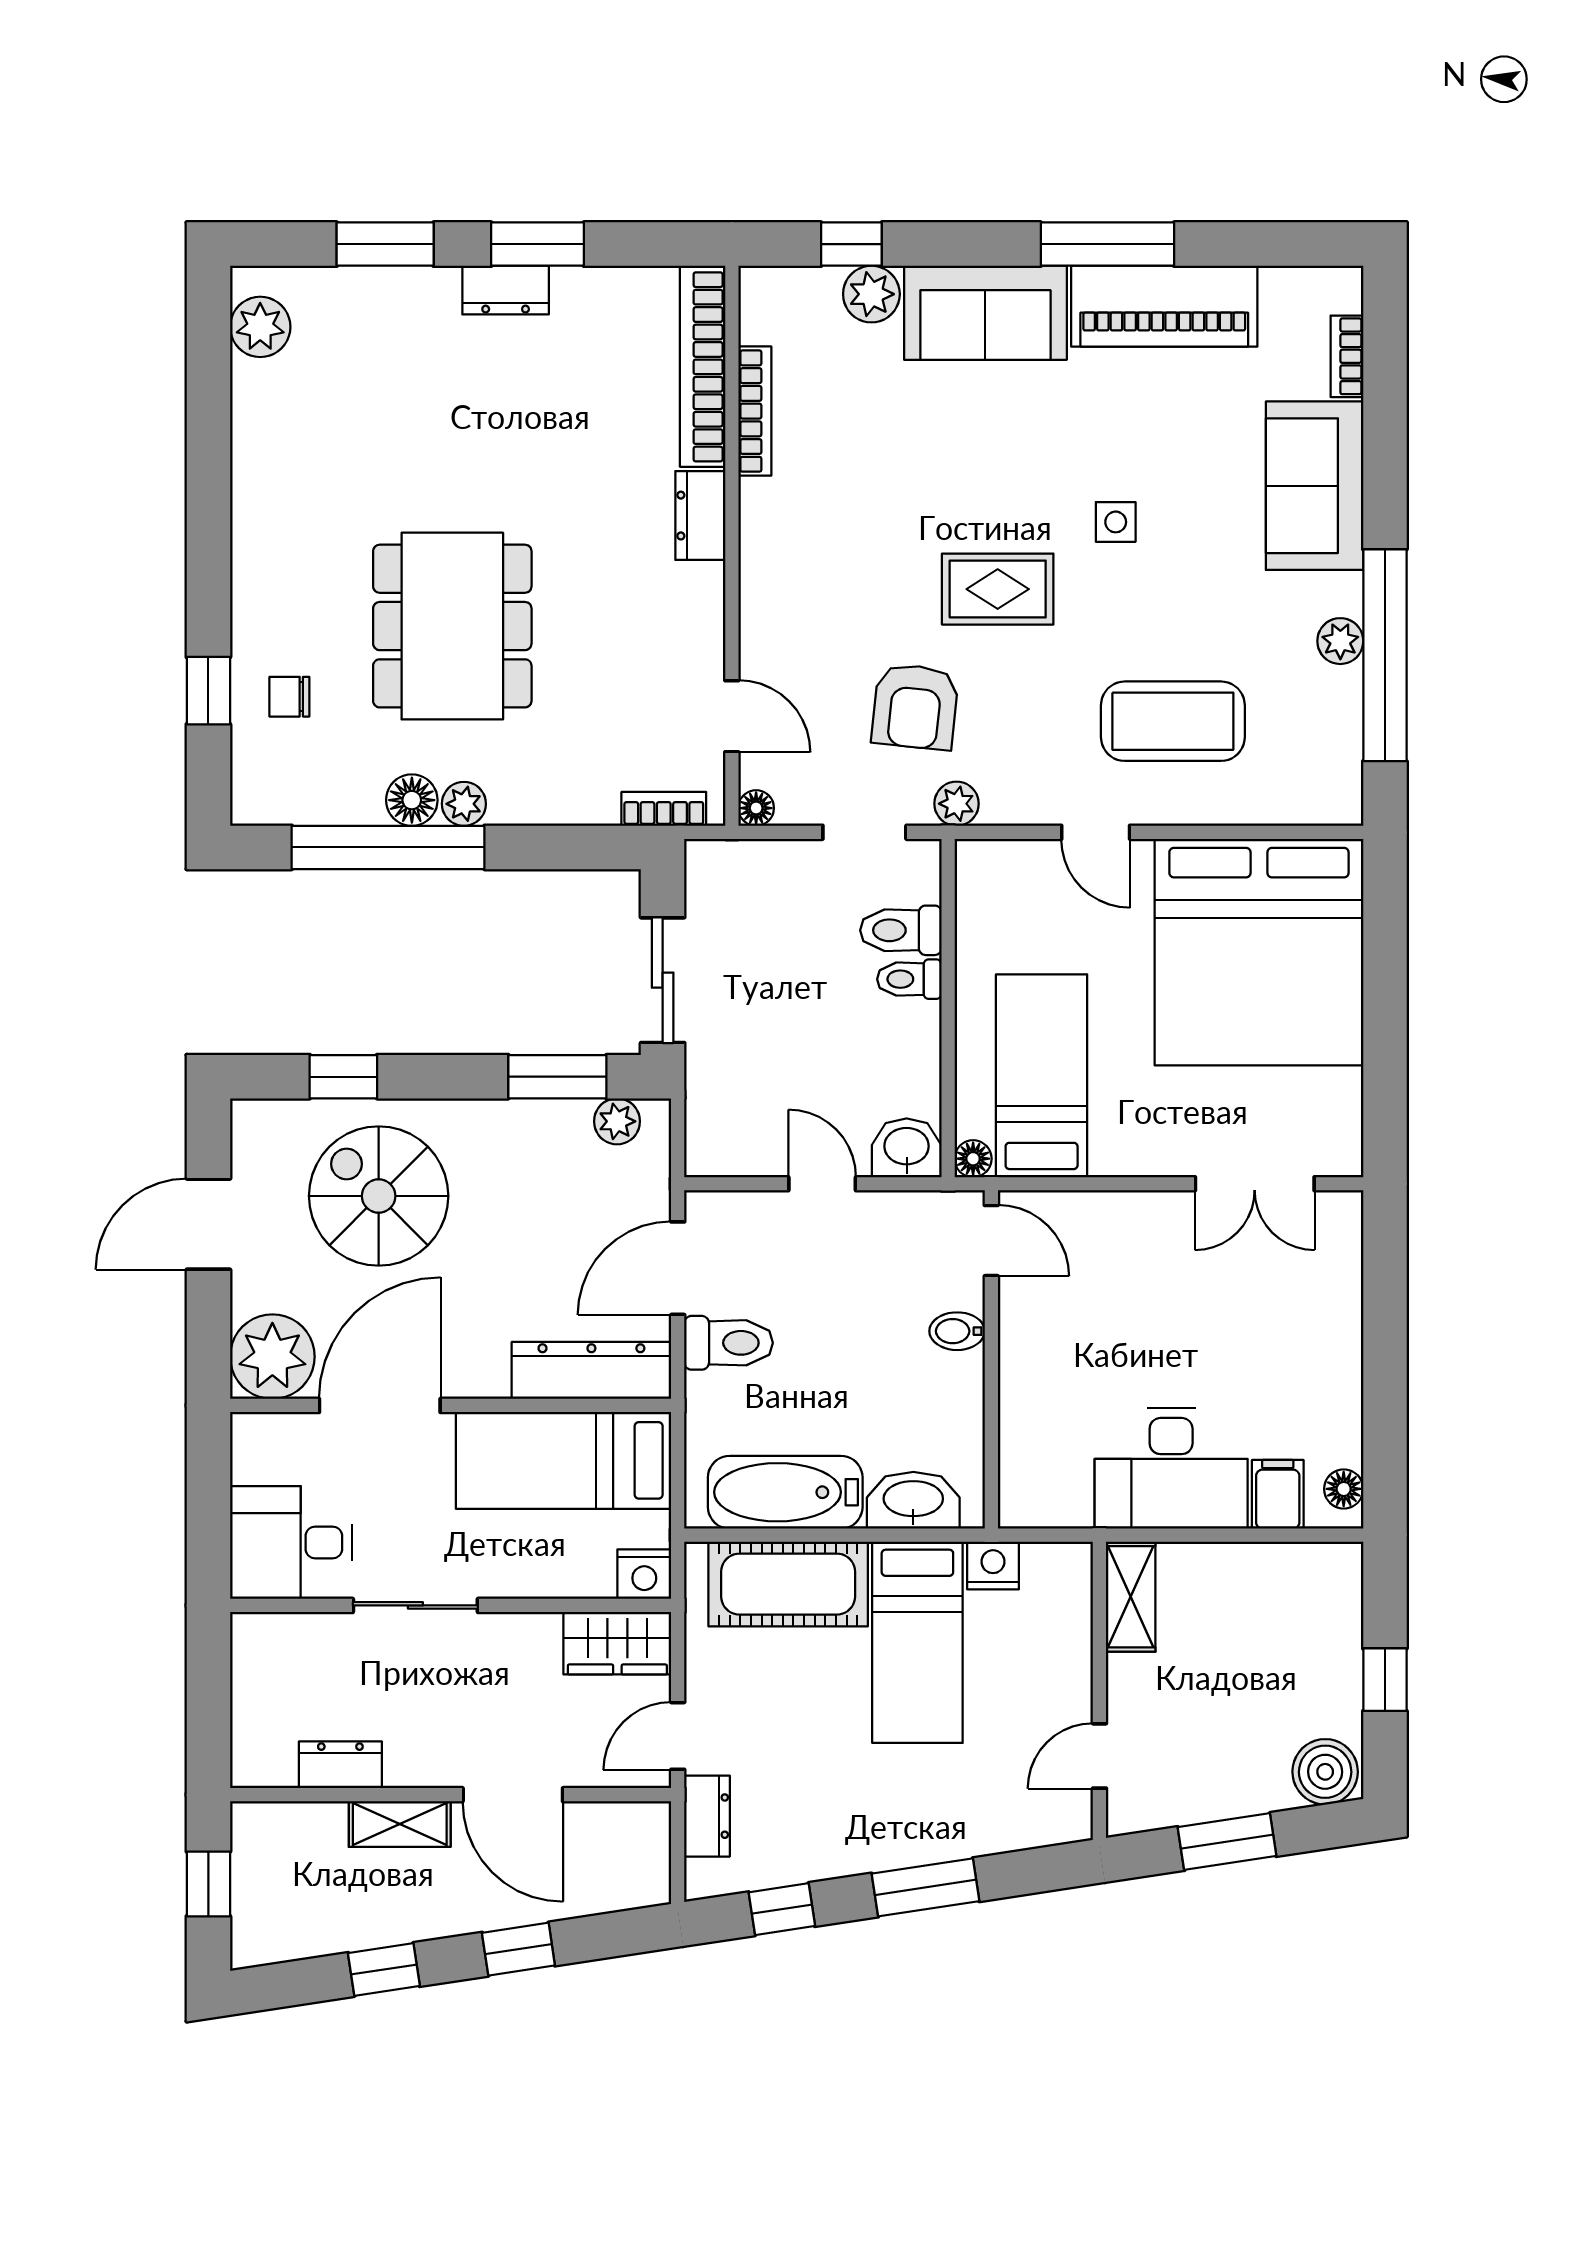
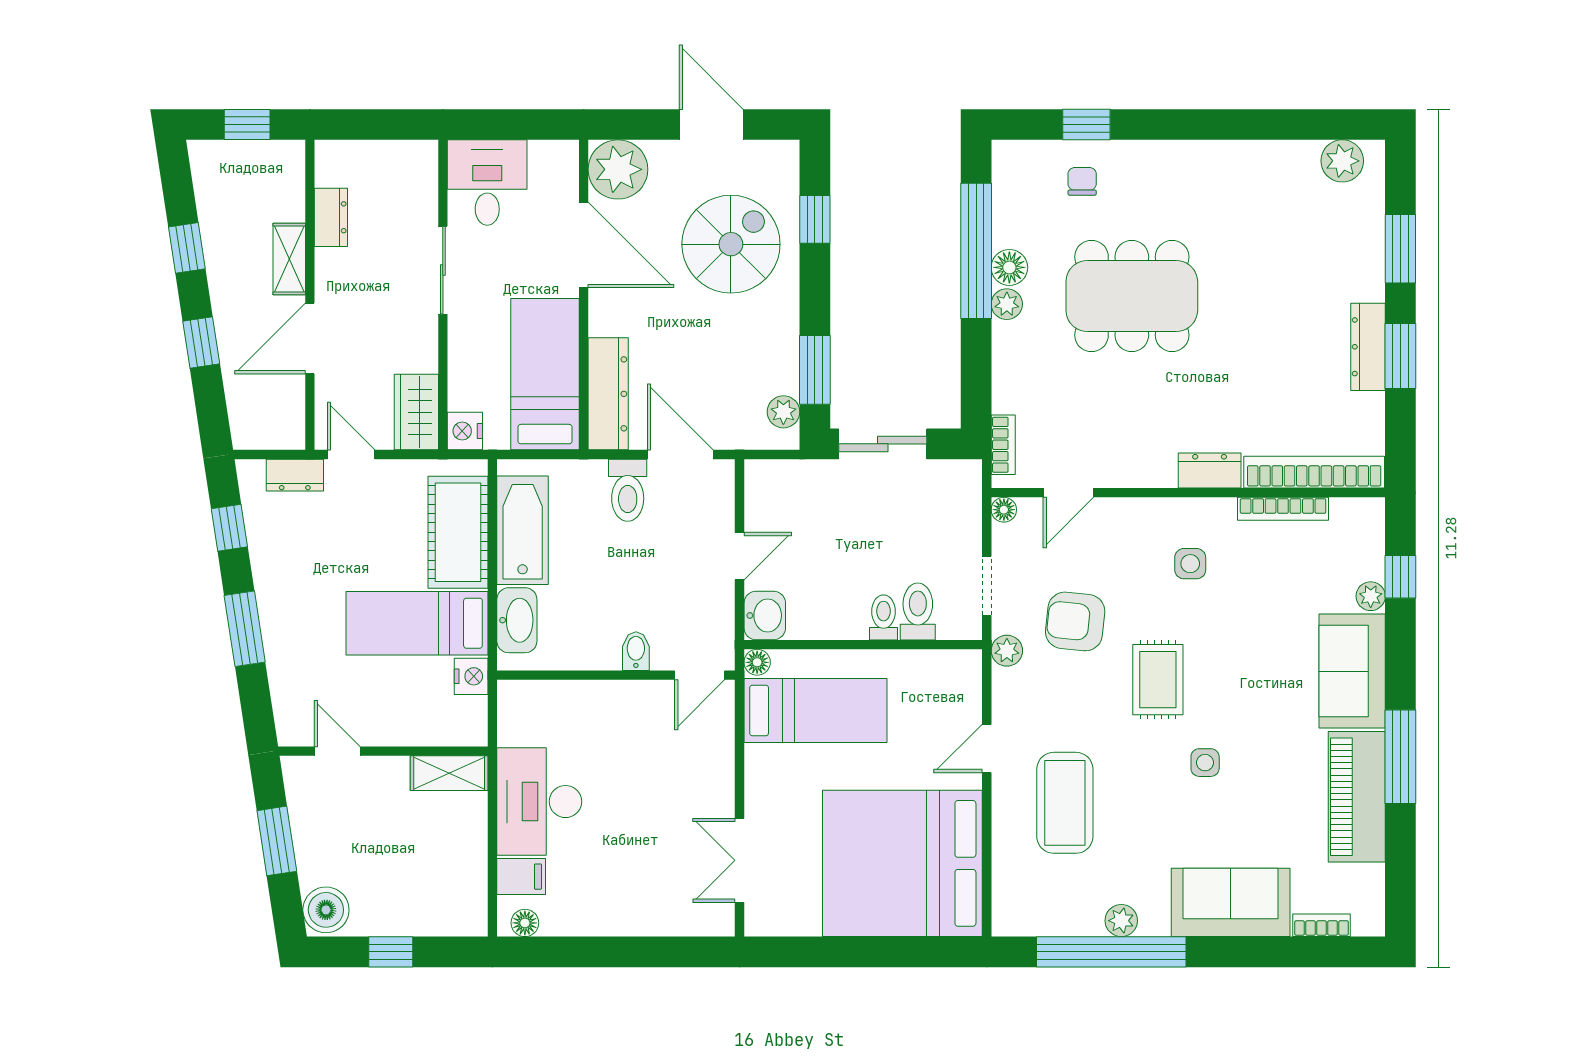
dresser: (506, 290) -> (1368, 347), width x1.44
plant: (871, 294) -> (1371, 596), width x0.73, depth x0.73
side table: (833, 543) -> (1190, 564), added

